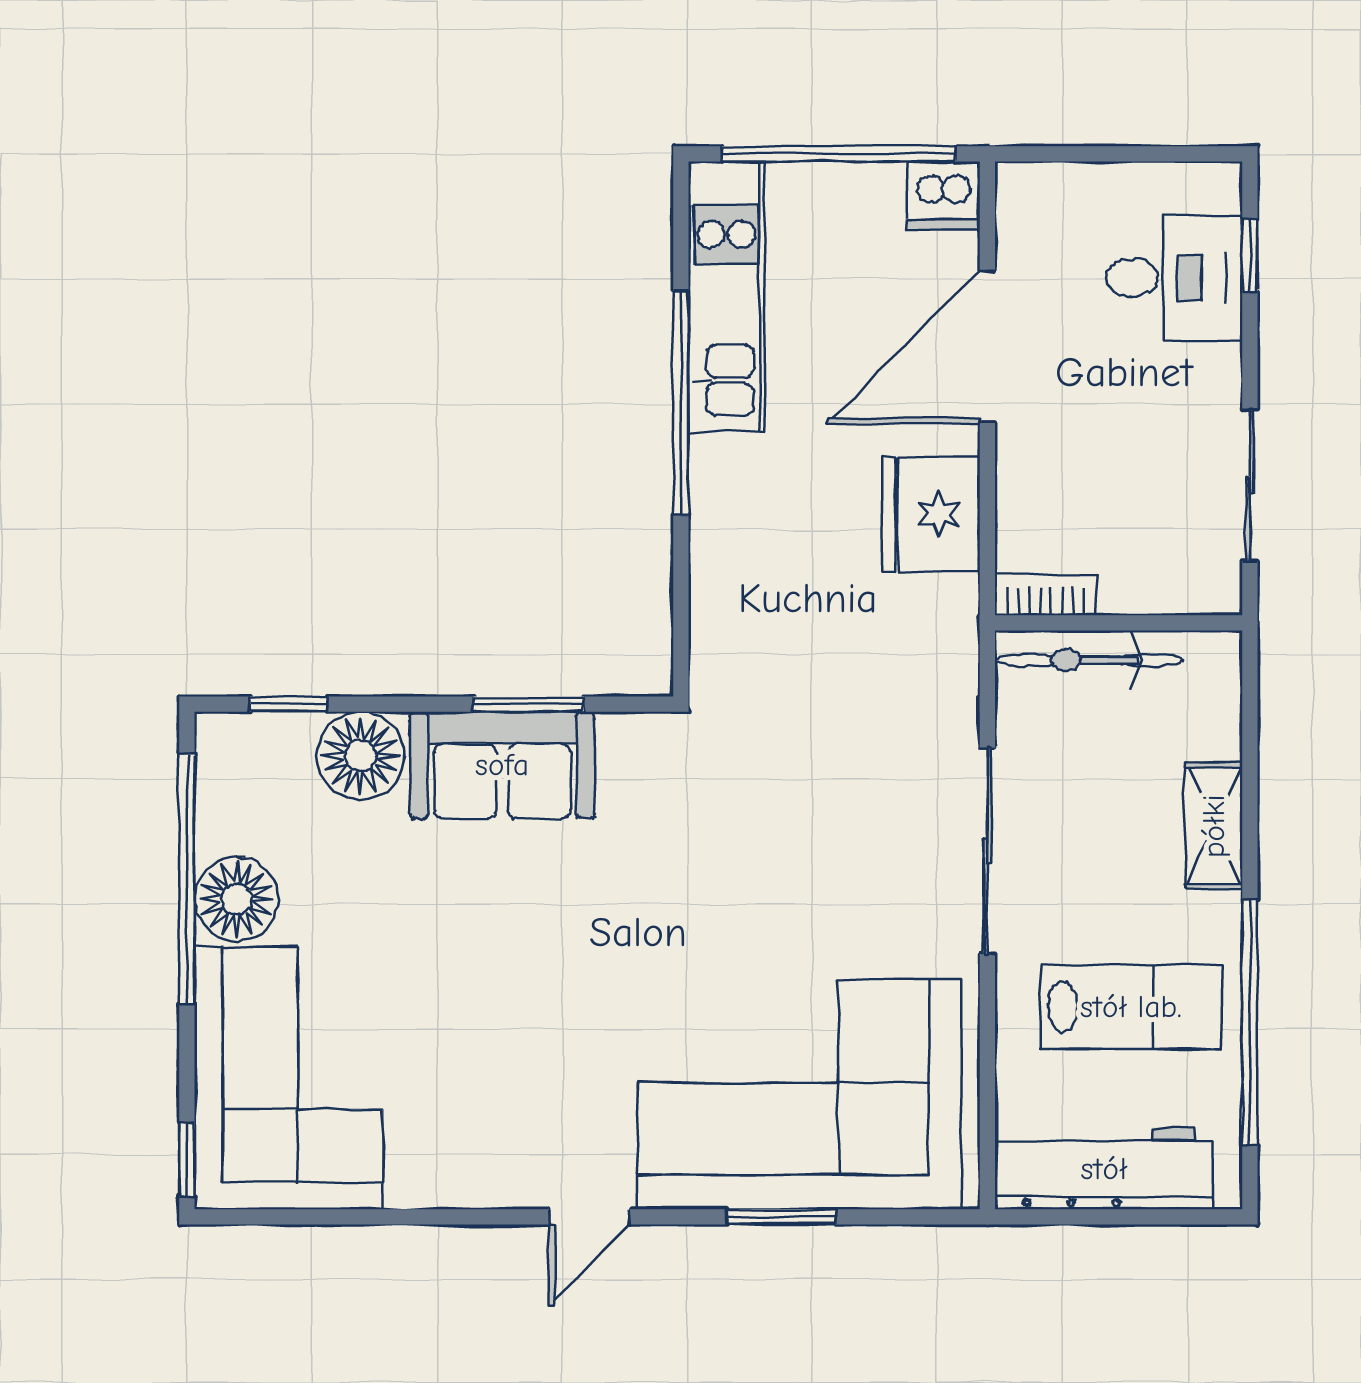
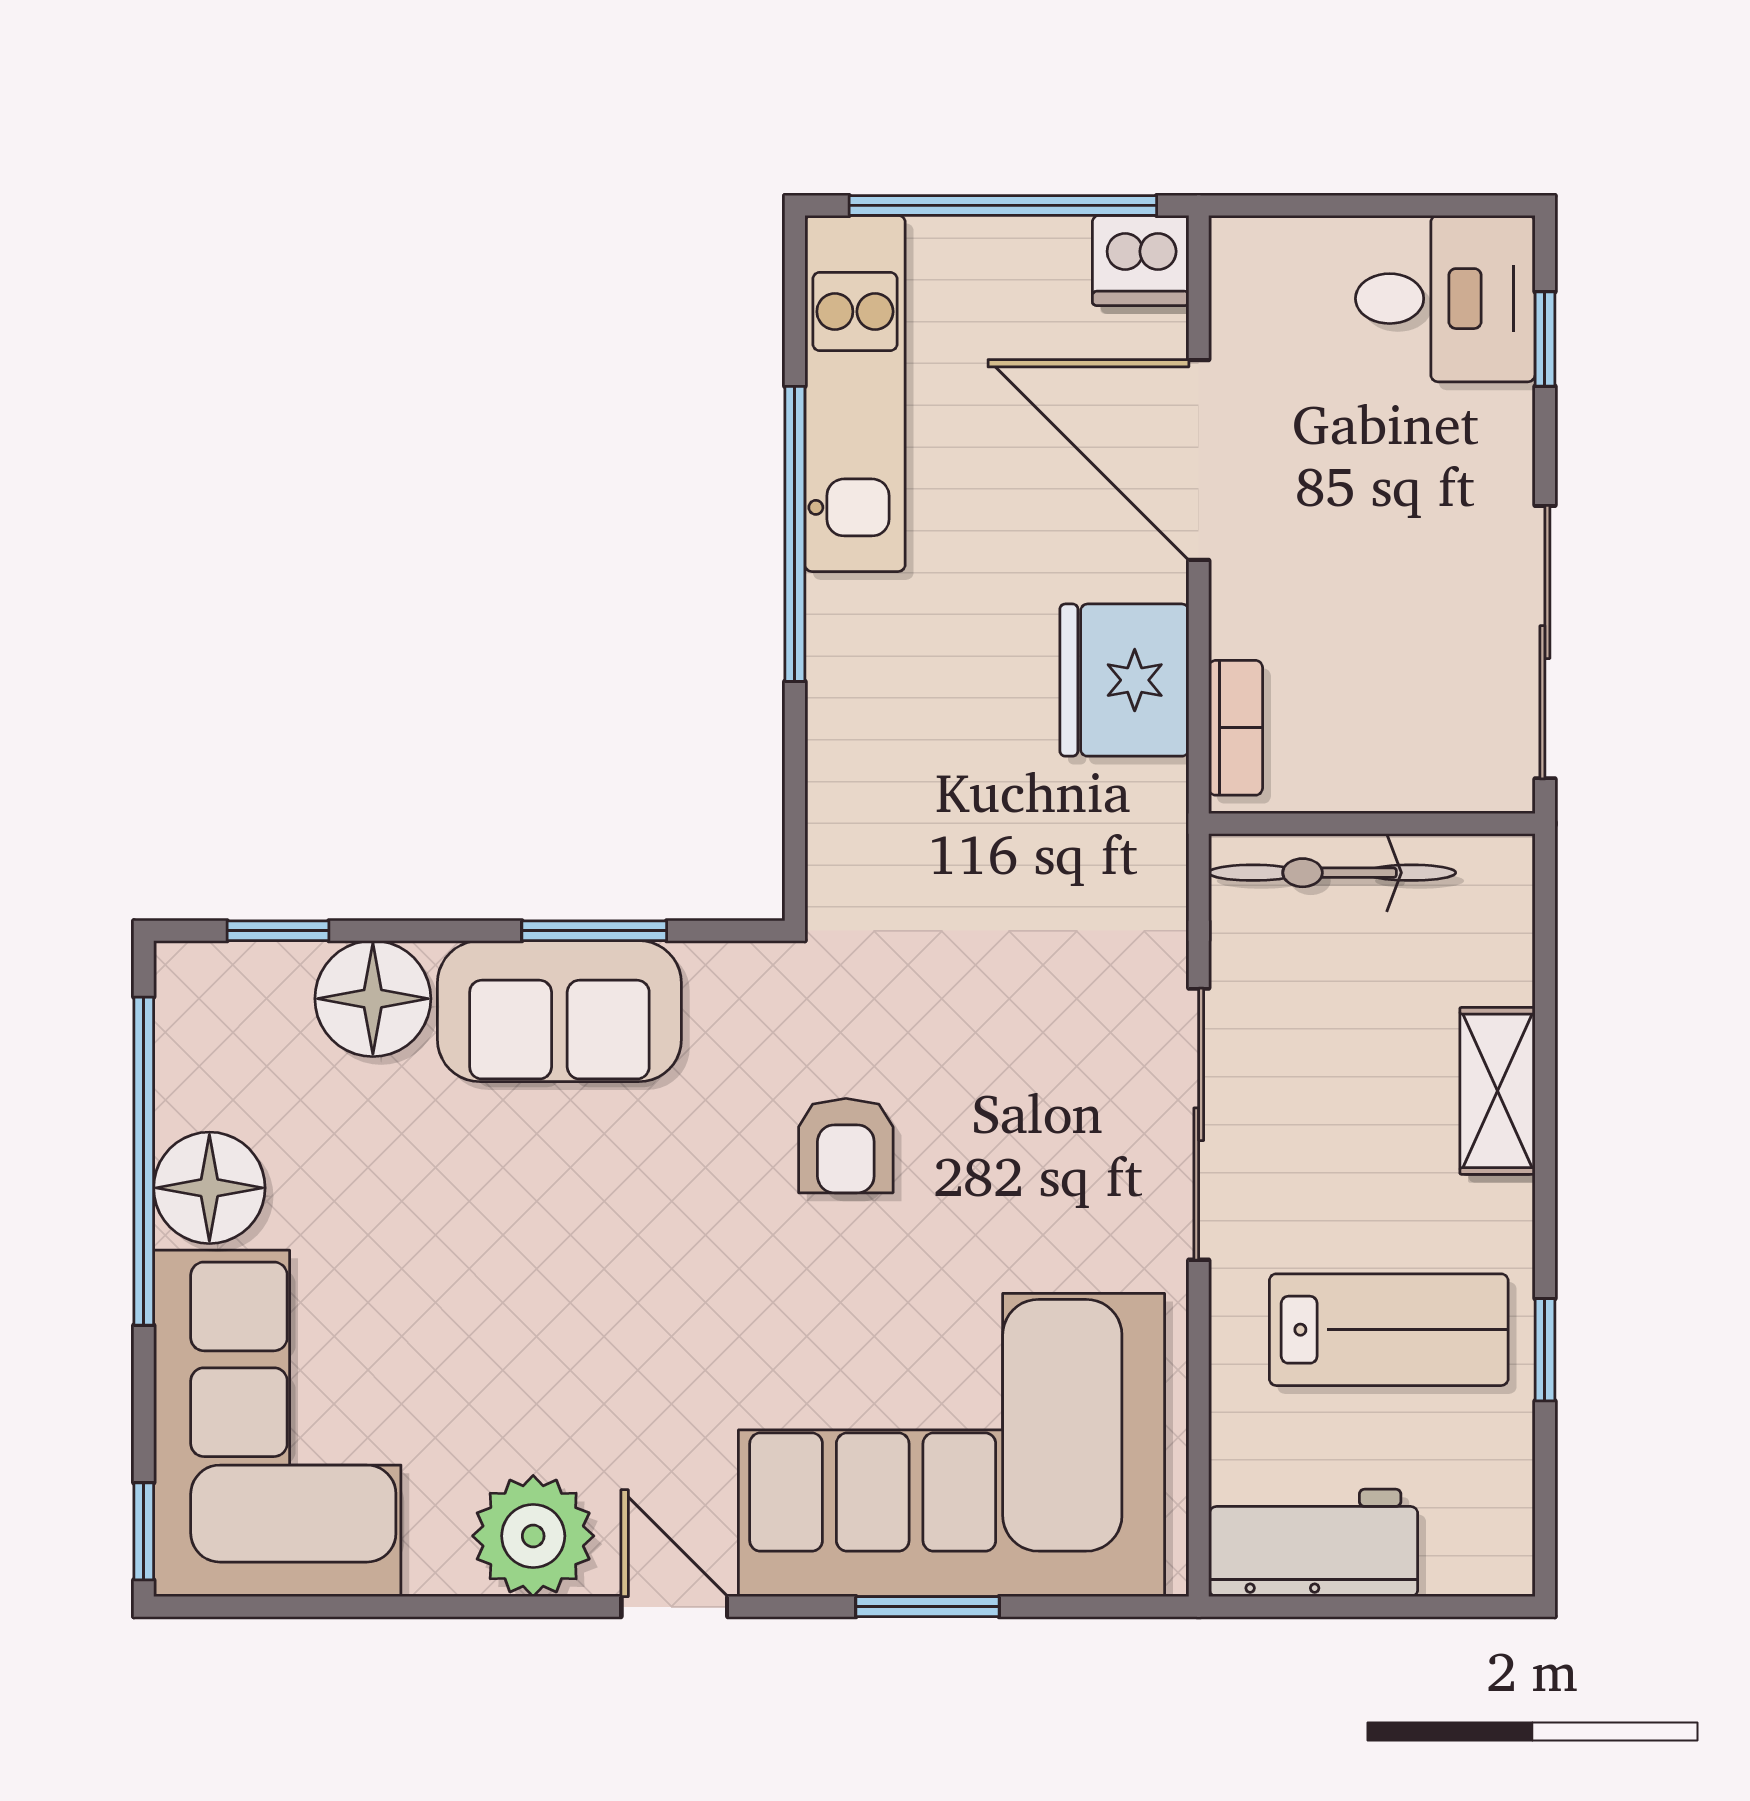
desk: (1174, 278) -> (1445, 299), moved
door: (987, 347) -> (1199, 460), hinge flipped
sliding door: (1250, 485) -> (1545, 642), width x1.37
bookcase: (1046, 595) -> (1236, 728), moved, turned 90
armchair: (719, 867) -> (846, 1146), added
window: (1250, 1022) -> (1545, 1350), width x0.32
plant: (482, 1163) -> (533, 1536), added
workbench: (1104, 1169) -> (1314, 1543), width x0.73
door: (590, 1217) -> (674, 1607), swing flipped

